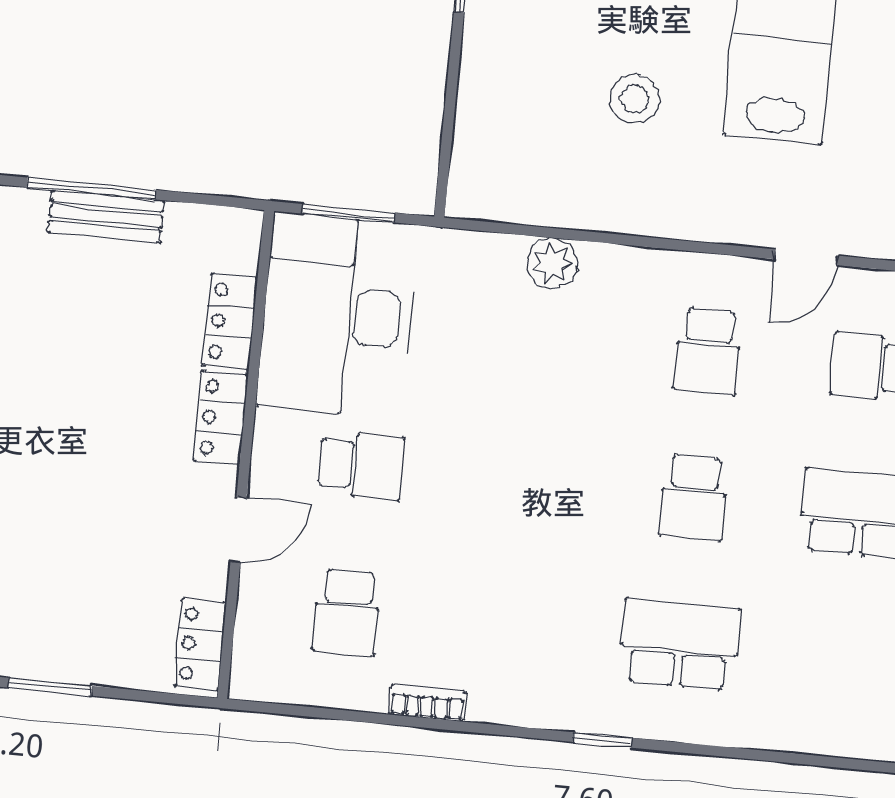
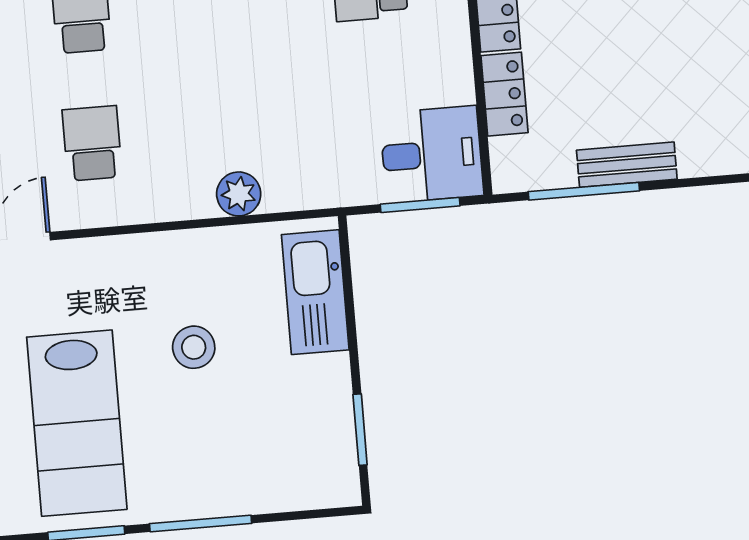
kitchen sink: (485, 136) -> (315, 292), added
window: (91, 189) -> (584, 191), moved
desk: (338, 315) -> (432, 154), width x0.53, depth x0.77

